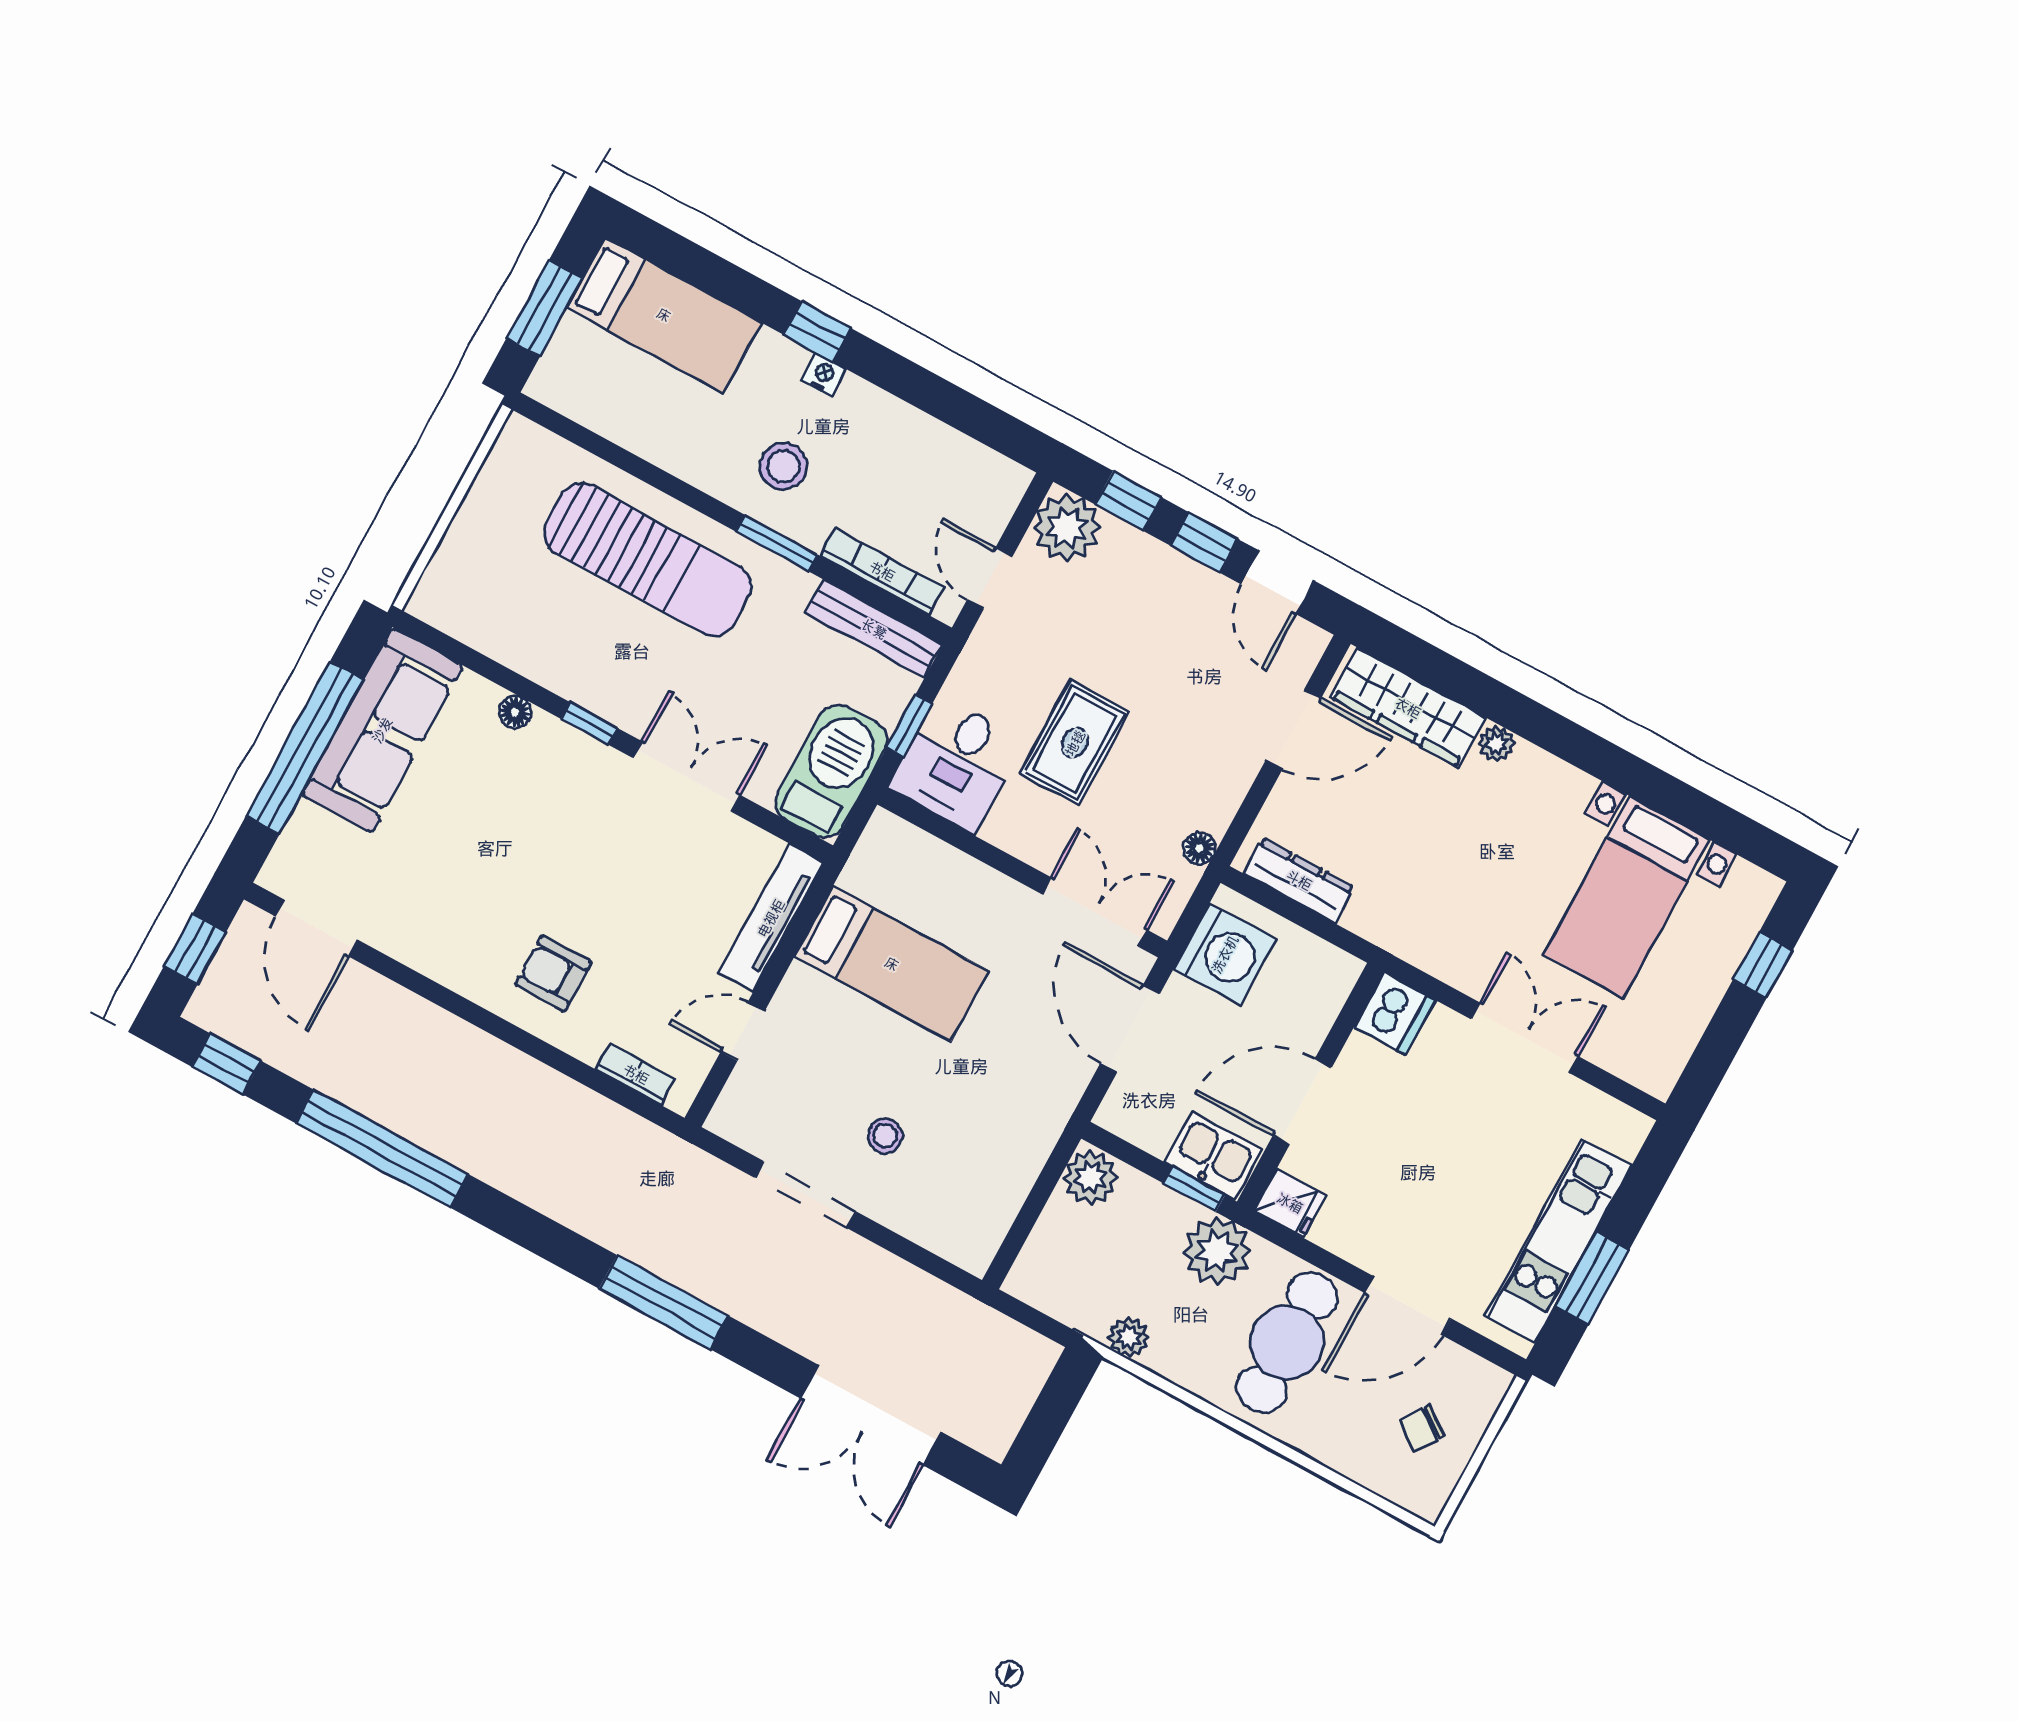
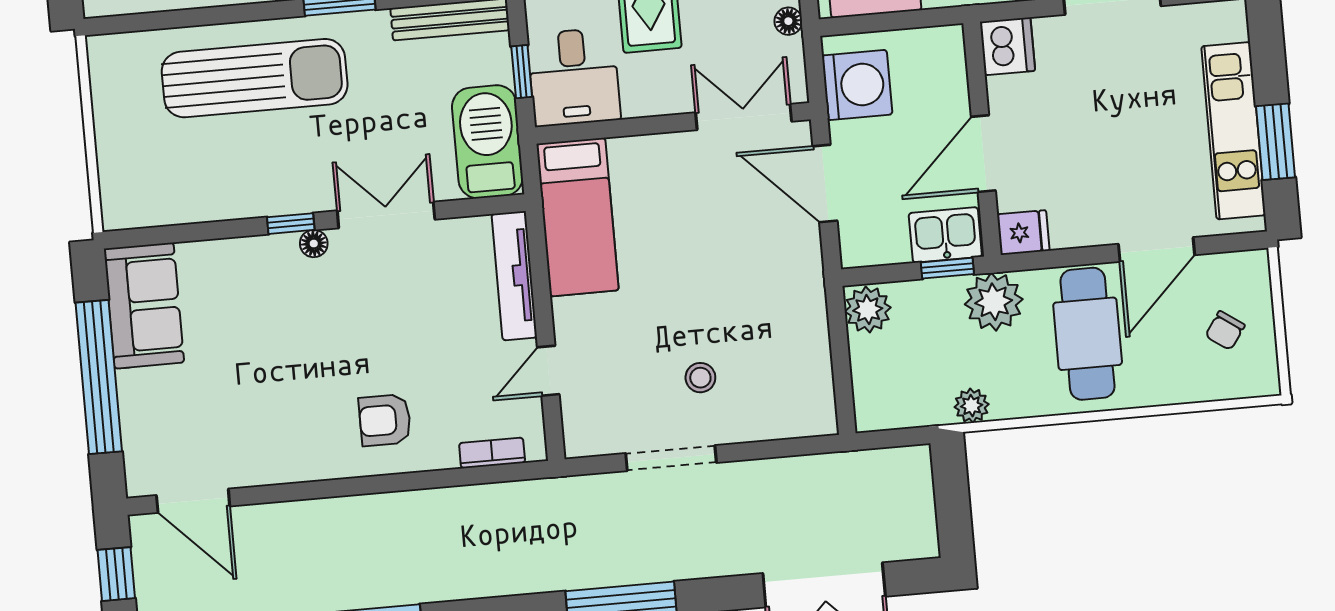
floor lamp: (515, 712) -> (314, 244), moved
sofa: (382, 730) -> (144, 306), width x0.73
bed: (892, 964) -> (578, 217), moved, turned 90

